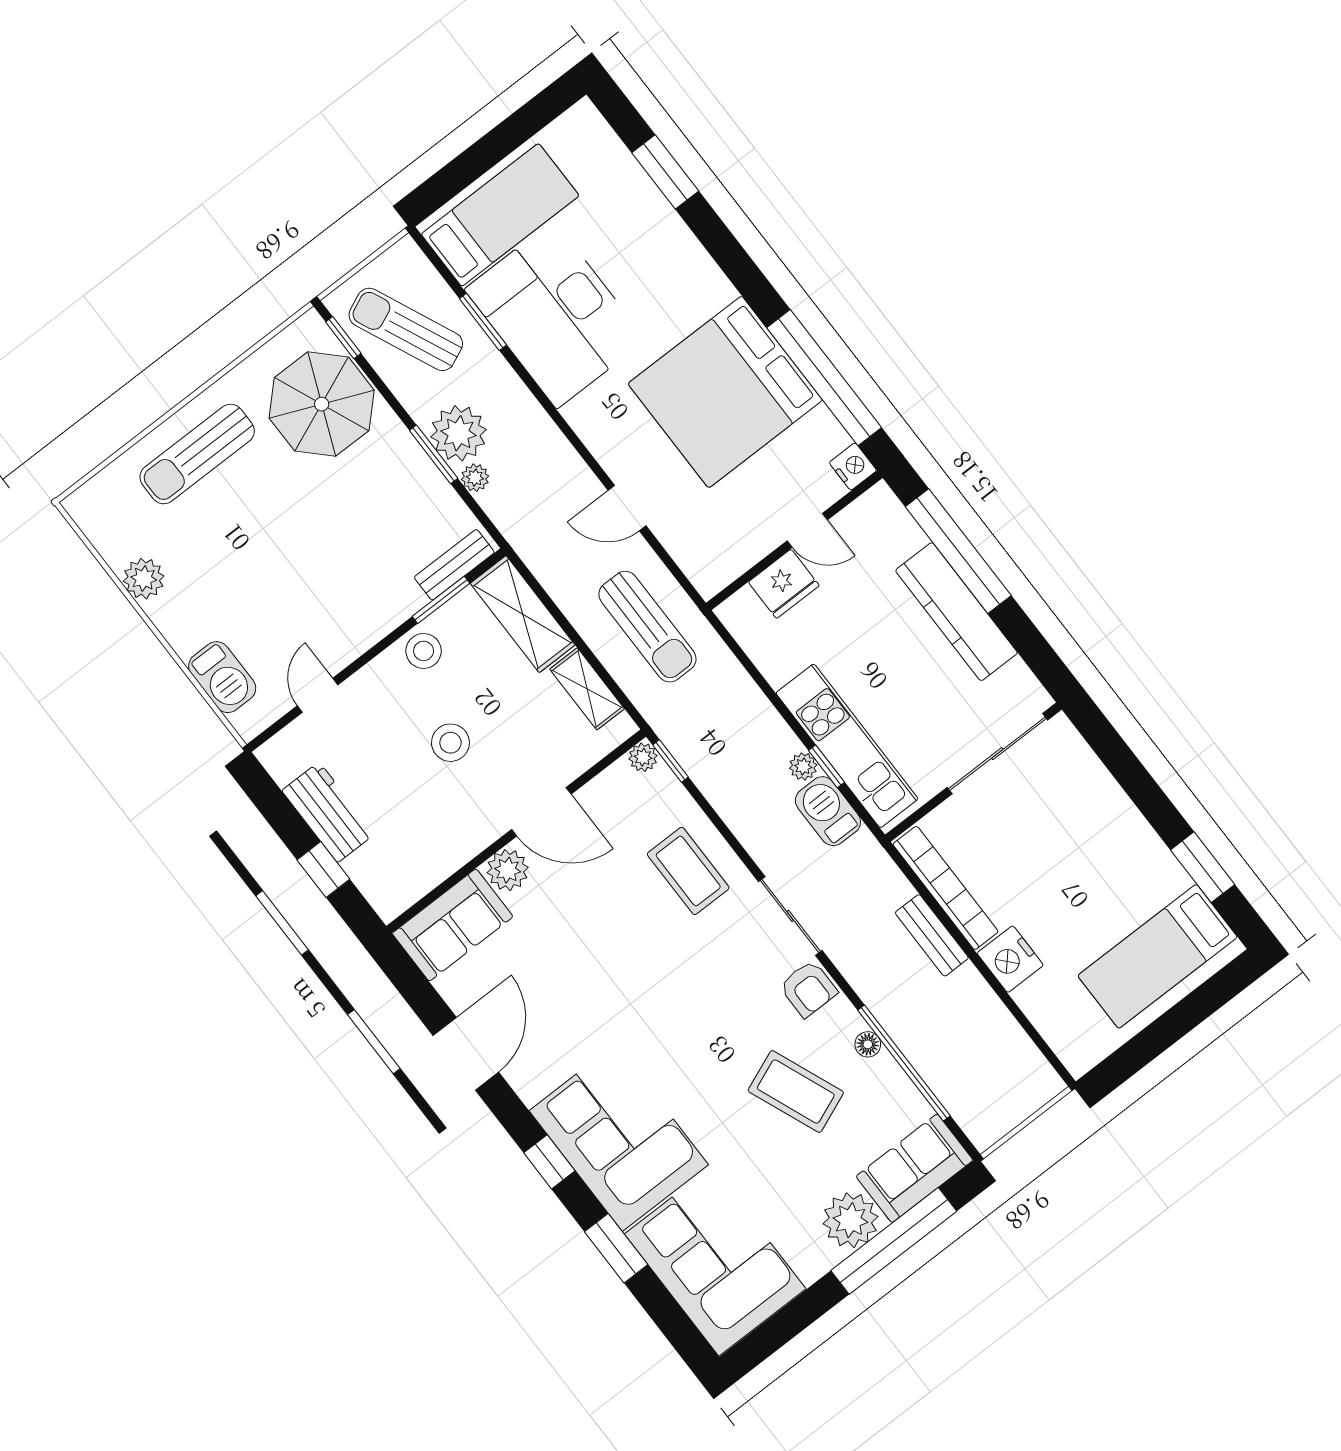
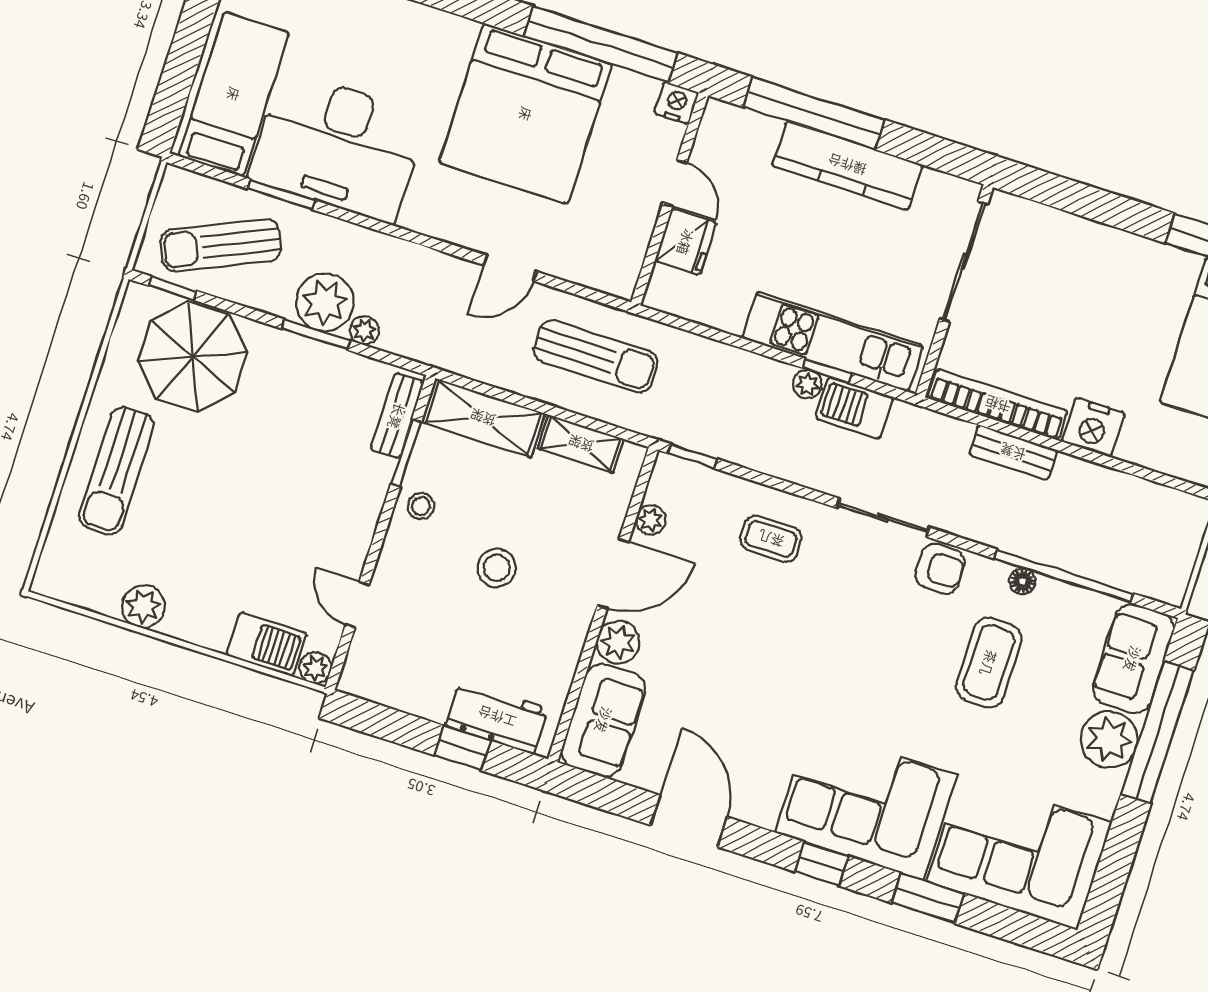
door: (807, 530) -> (675, 183), hinge flipped
stool: (424, 651) -> (421, 506), width x0.73, depth x0.73
plant: (249, 723) -> (315, 668), added
plant: (643, 757) -> (651, 520), moved
workbench: (328, 812) -> (497, 717), moved
coffee table: (688, 871) -> (771, 539), width x0.73, depth x0.77
coffee table: (796, 1091) -> (989, 663), turned -68

